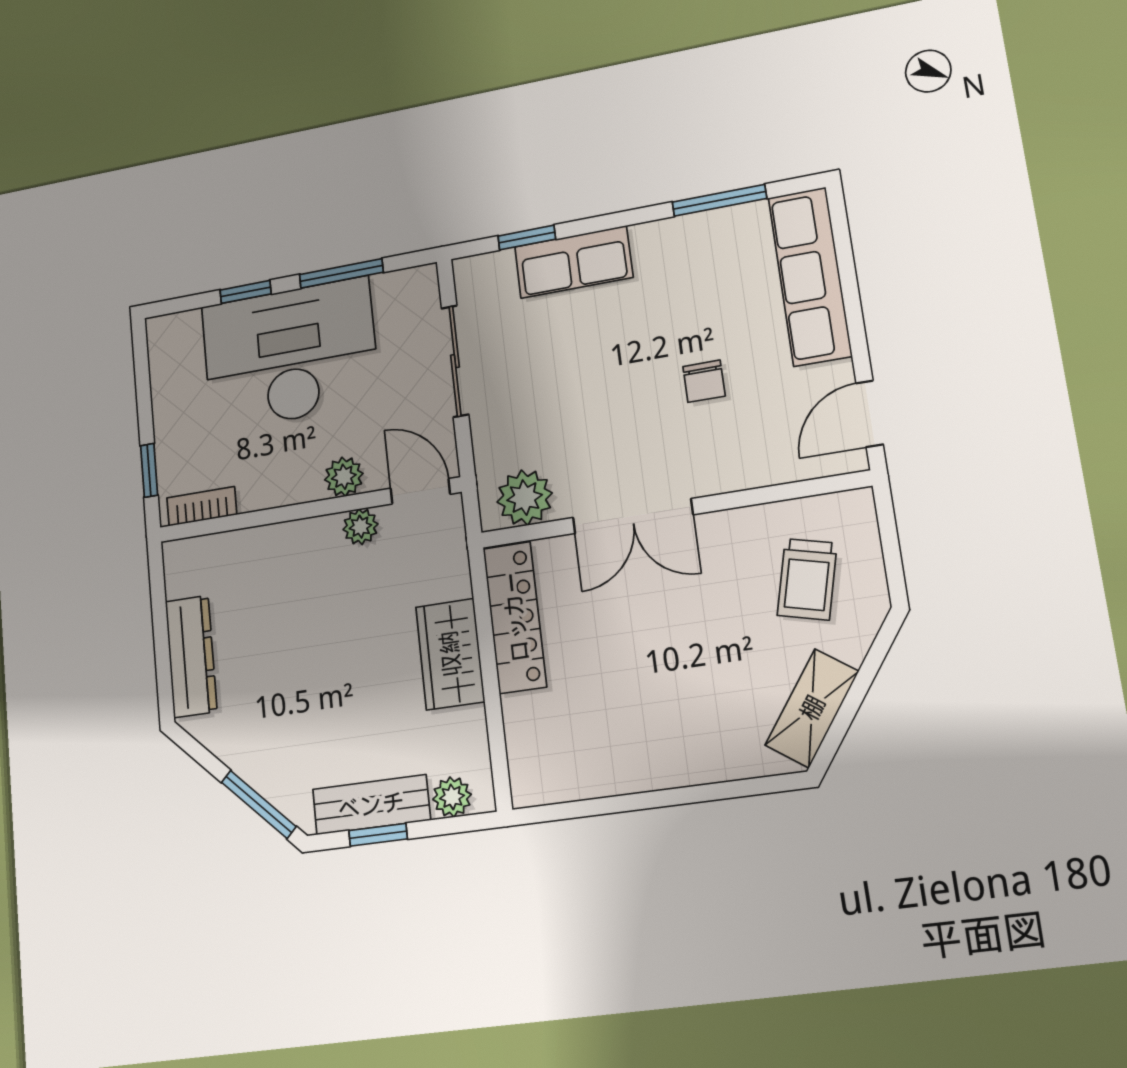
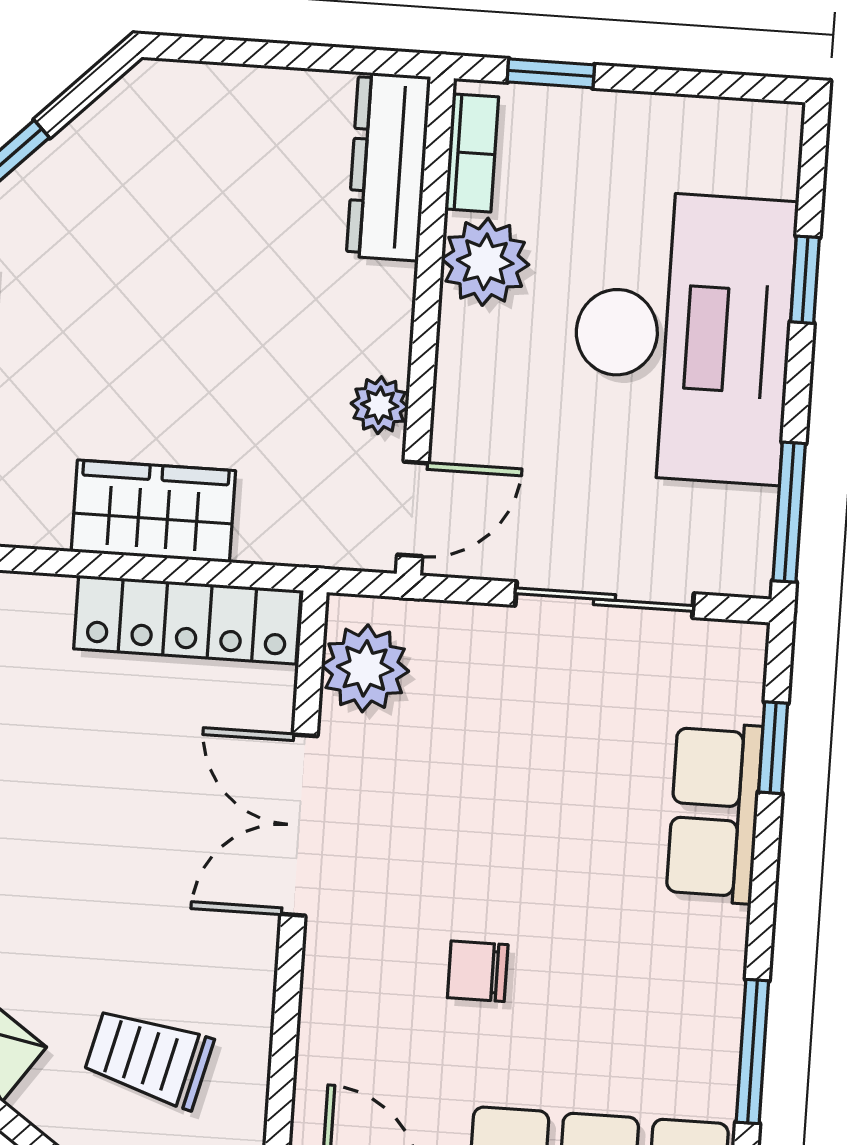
window: (341, 273) -> (789, 512), moved
plant: (344, 477) -> (485, 262), moved, width x1.38, depth x1.38
dresser: (191, 656) -> (388, 166), moved, turned 90

